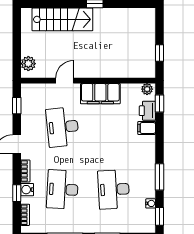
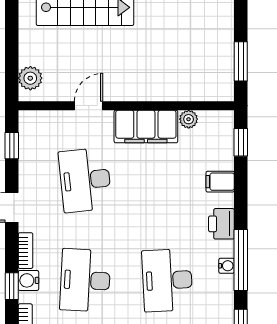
window: (159, 53) -> (241, 61), width x1.50
plant: (147, 89) -> (189, 119), moved
printer: (147, 111) -> (221, 224), moved
window: (159, 177) -> (241, 260), width x1.44
water cooler: (151, 203) -> (227, 266), moved

